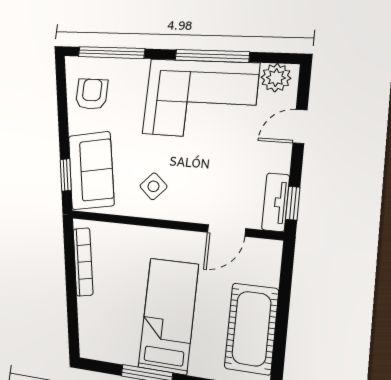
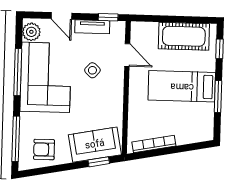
side table: (153, 186) -> (92, 70), moved
tv unit: (276, 202) -> (92, 27), moved

